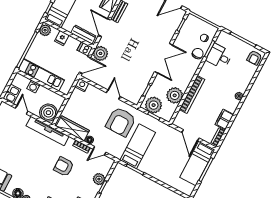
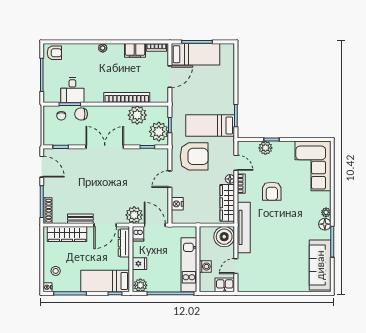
nightstand: (82, 85) -> (177, 204), moved

